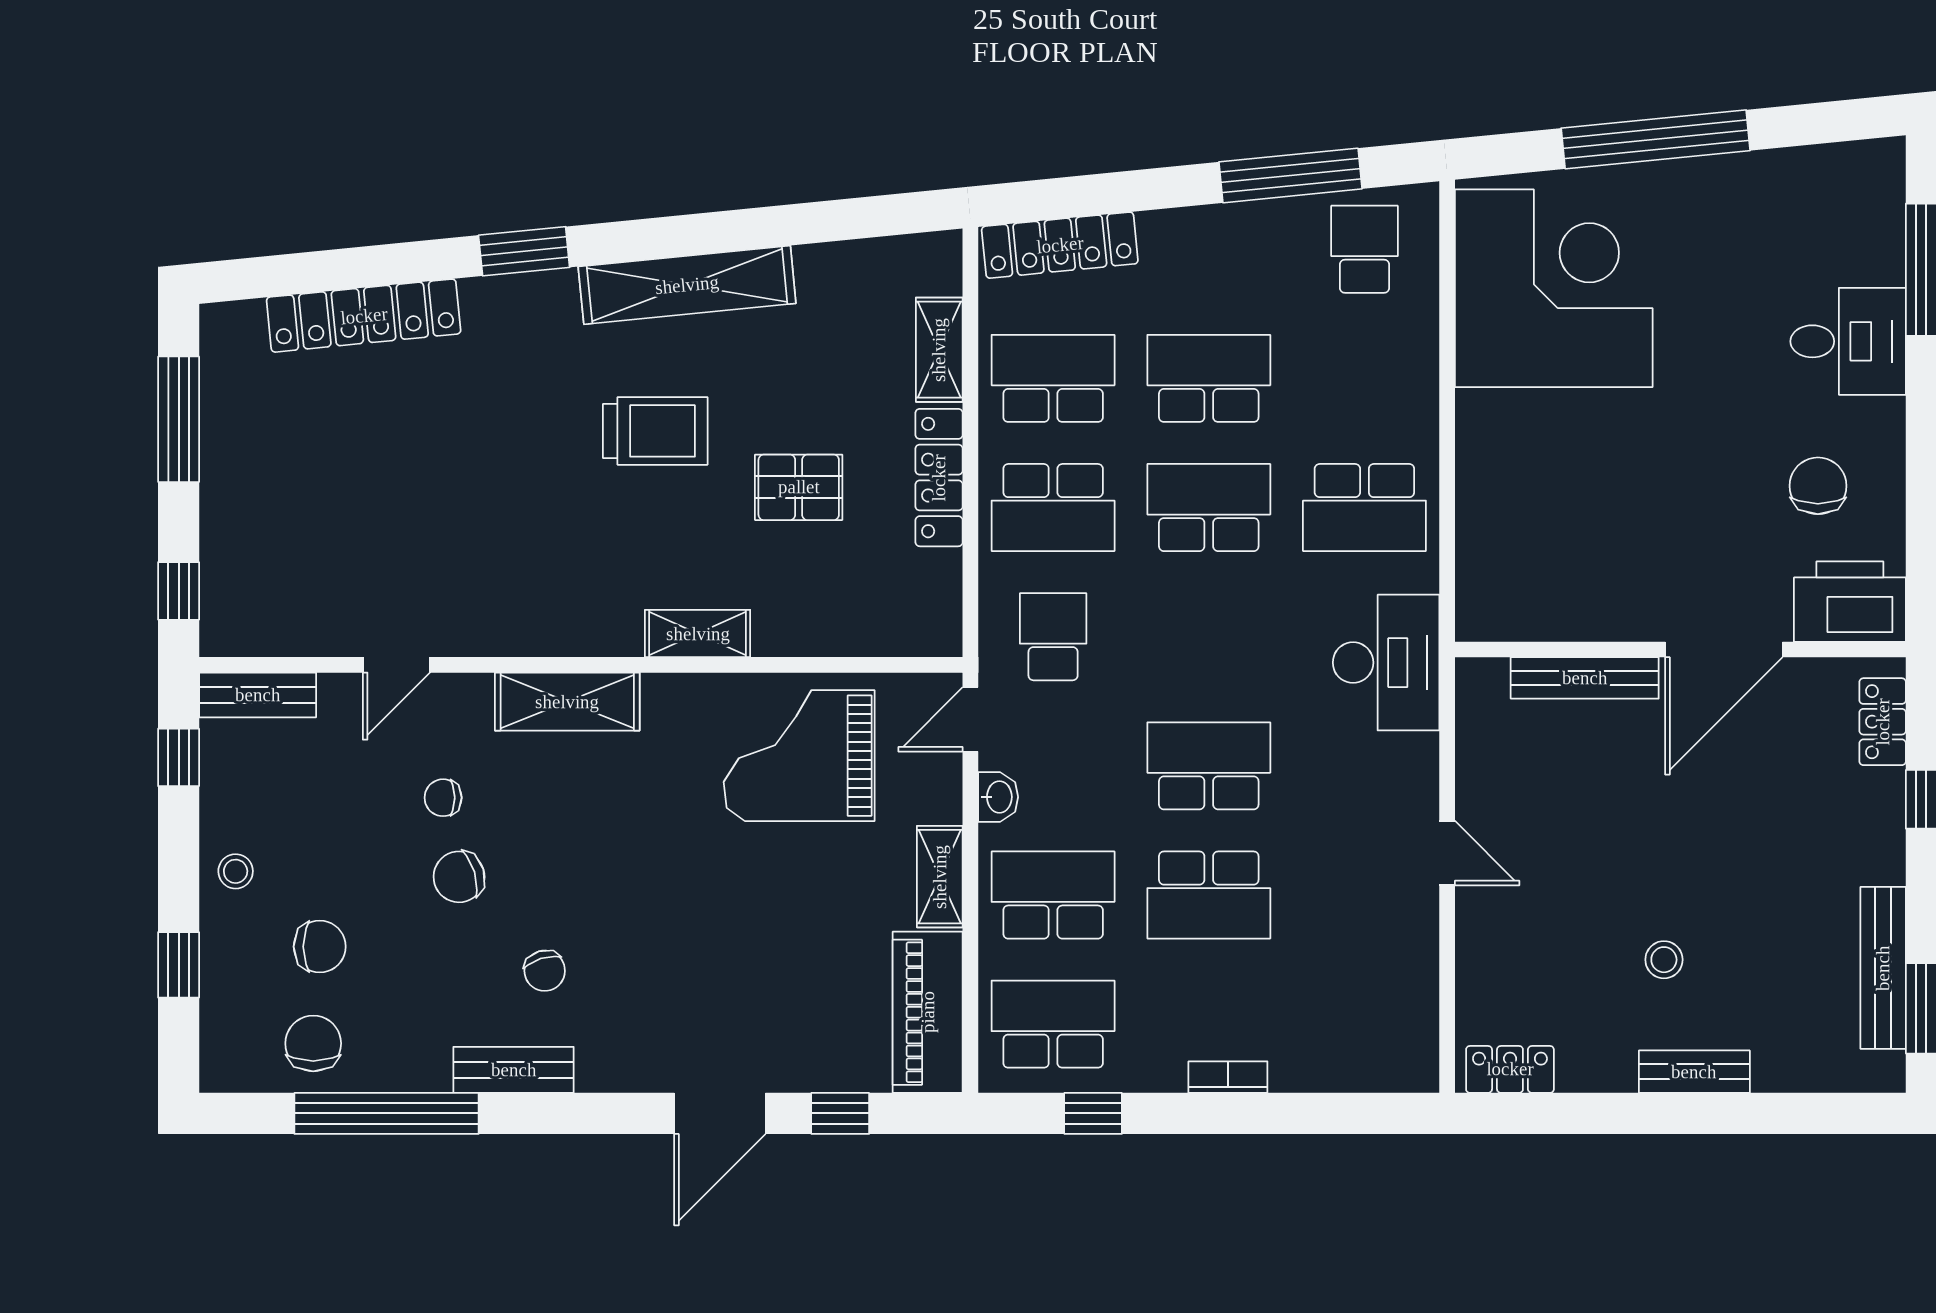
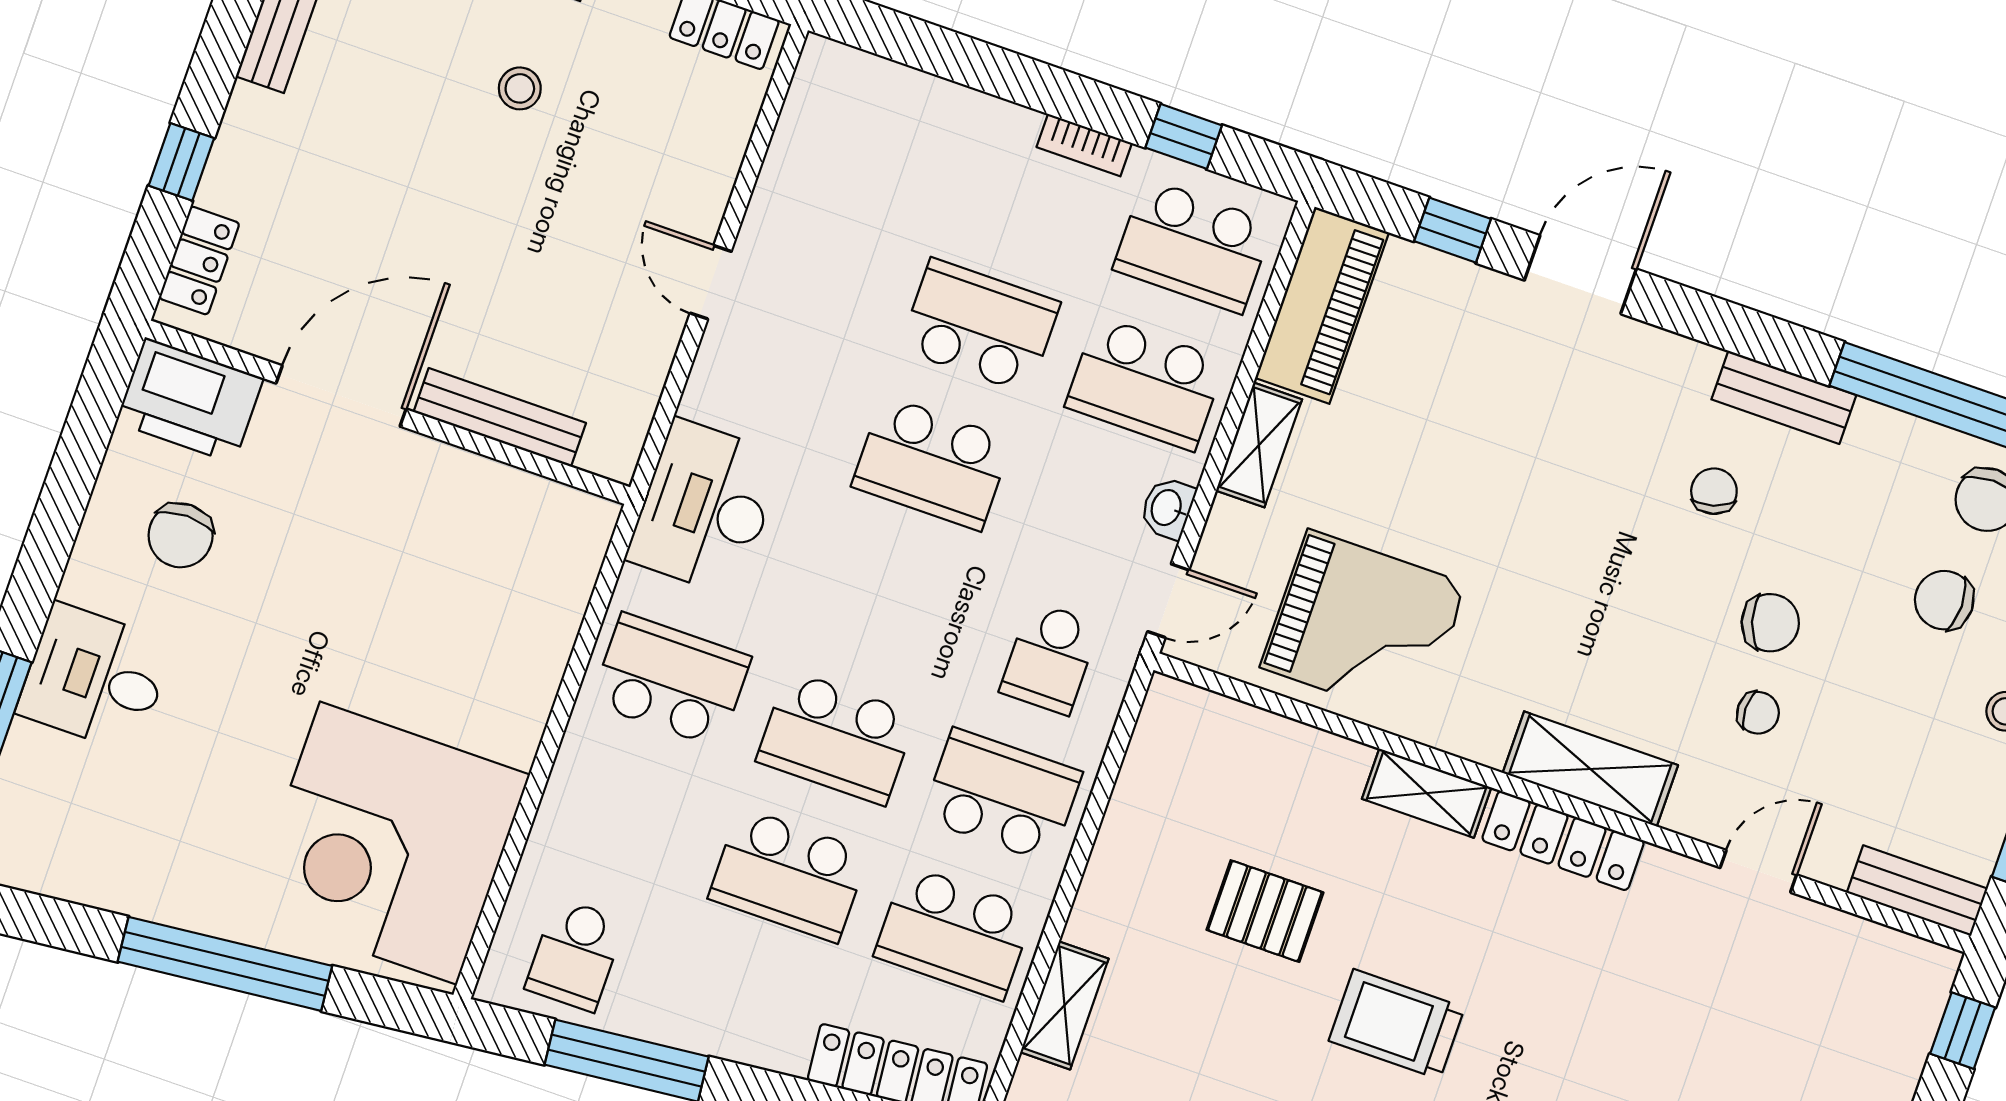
locker: (939, 478) -> (1563, 841), moved, turned 90
bookcase: (1228, 1077) -> (1084, 145), moved

